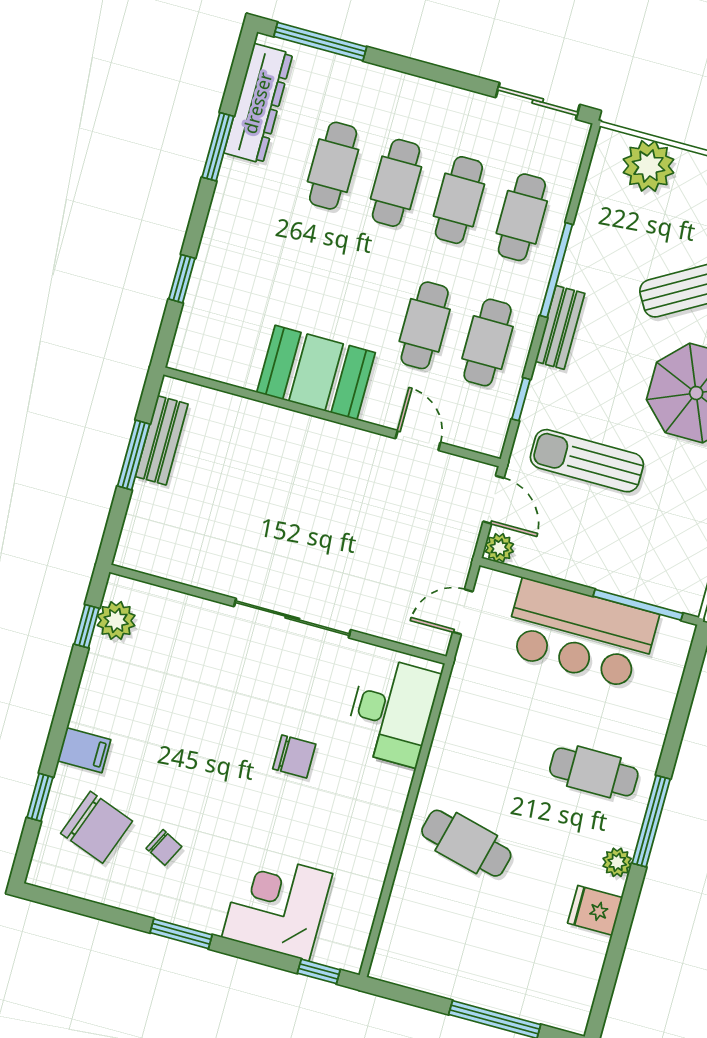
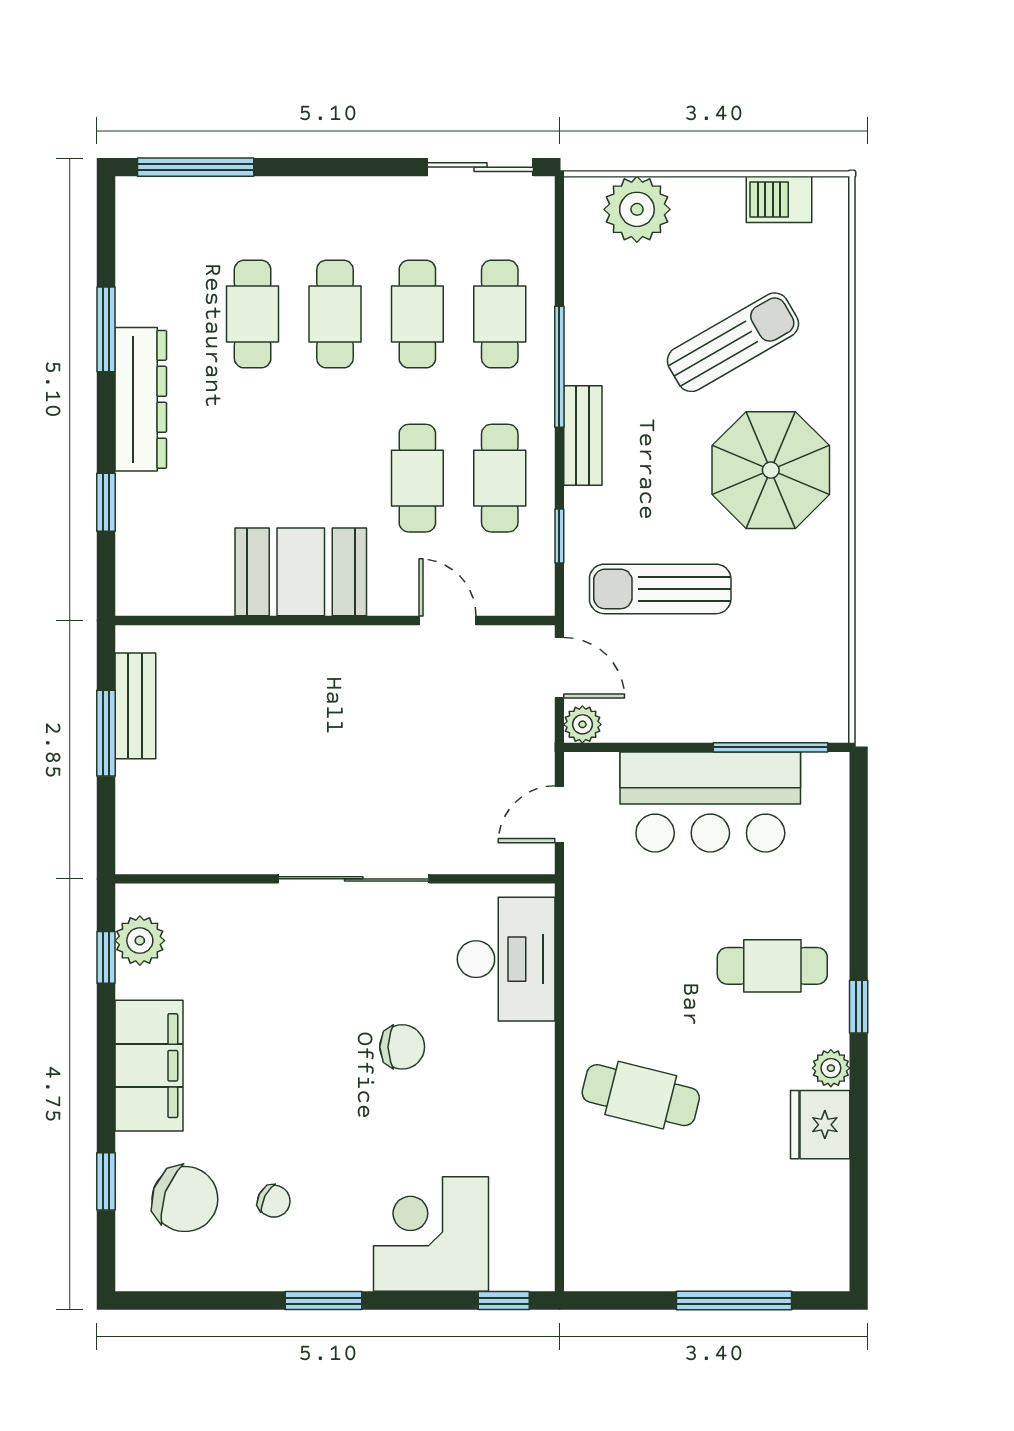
dresser: (258, 103) -> (141, 399), moved
filing cabinet: (84, 750) -> (149, 1066), width x3.00, depth x1.17
window: (651, 821) -> (859, 1007), width x0.46
fridge: (595, 910) -> (820, 1125), width x1.38

